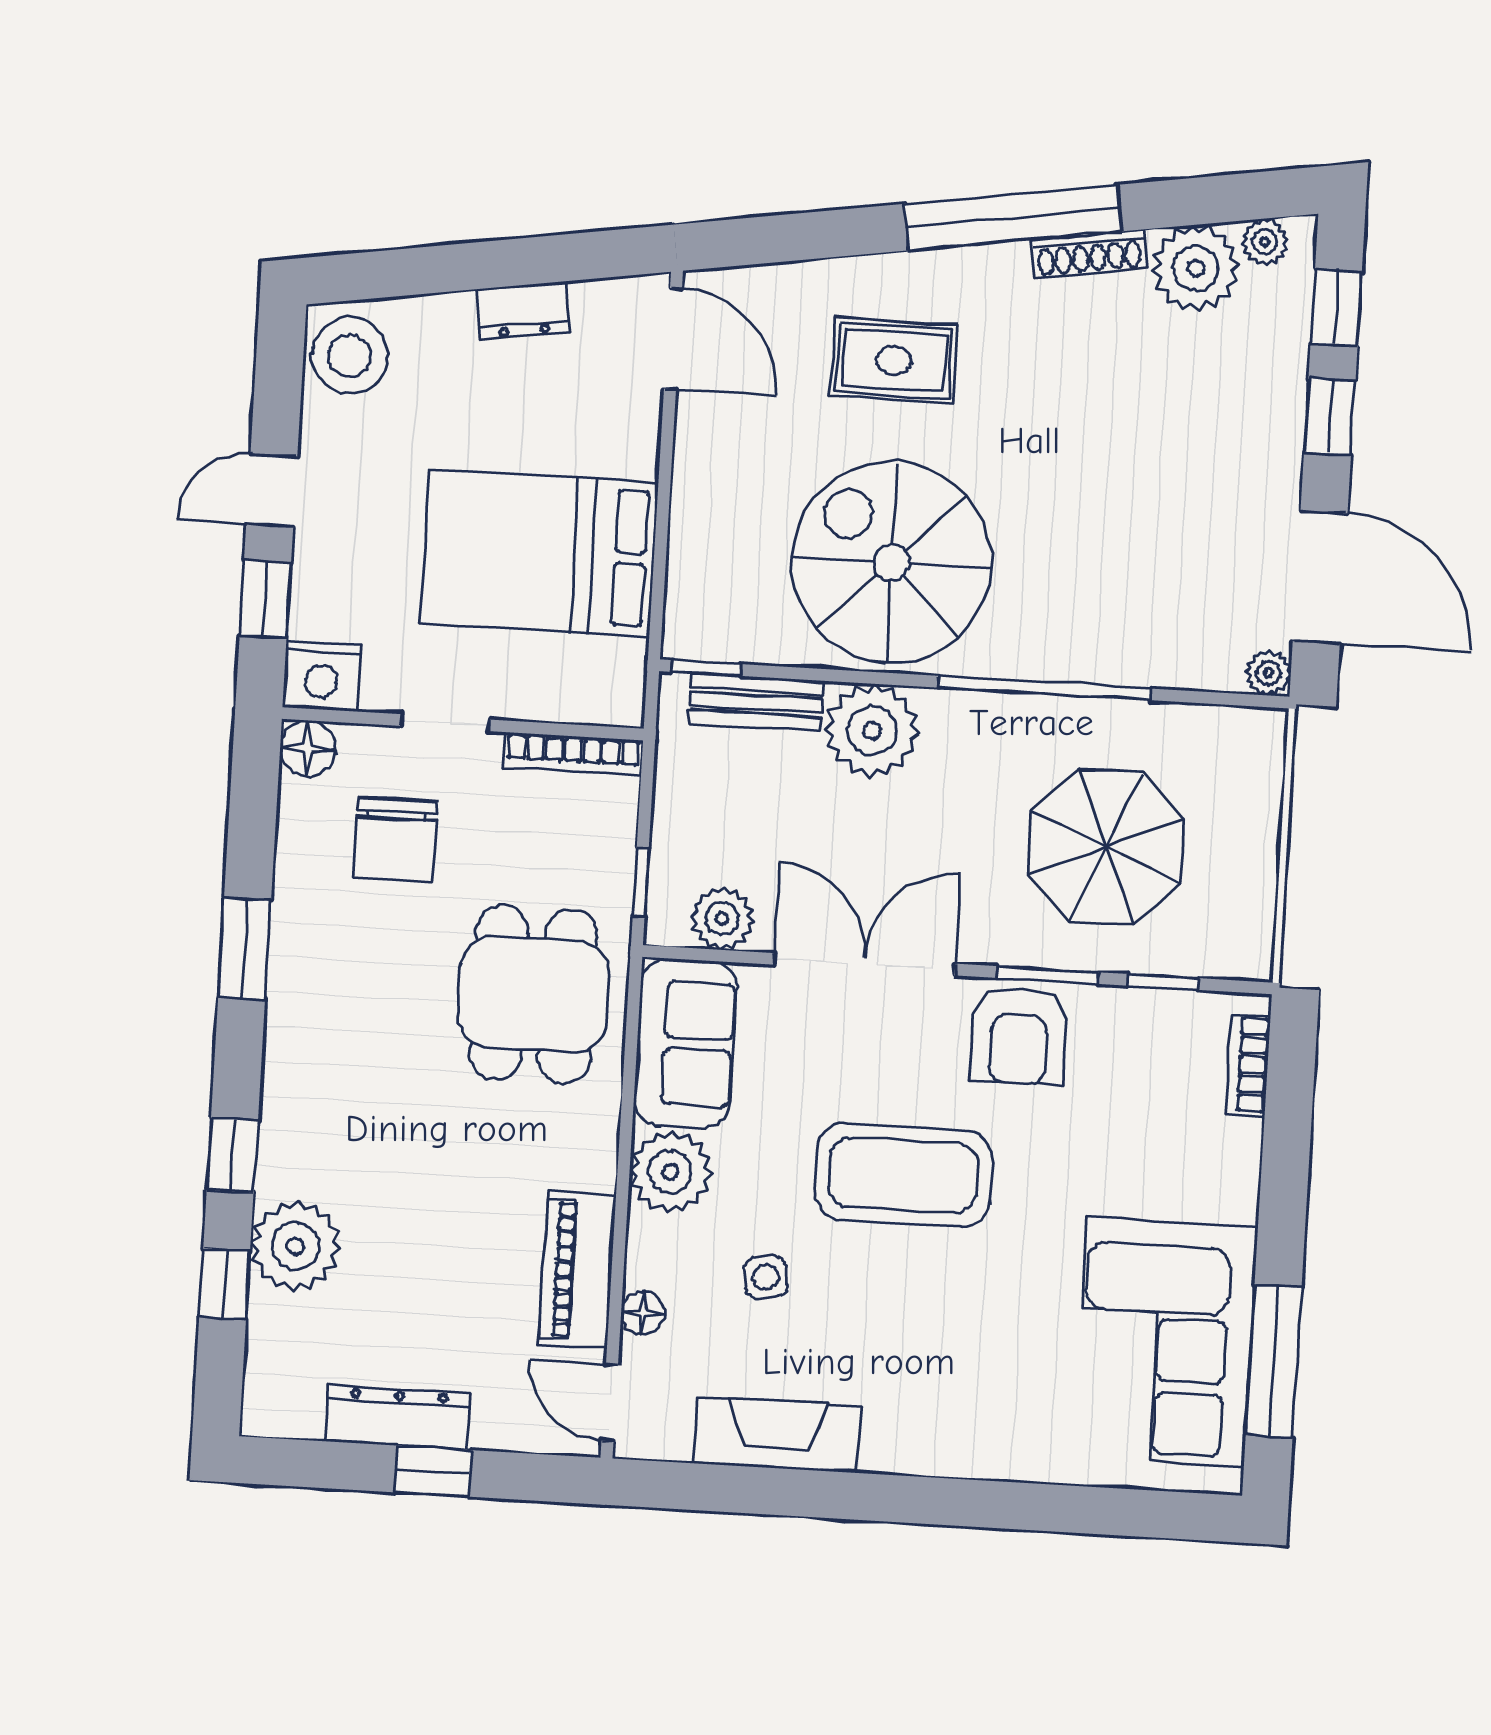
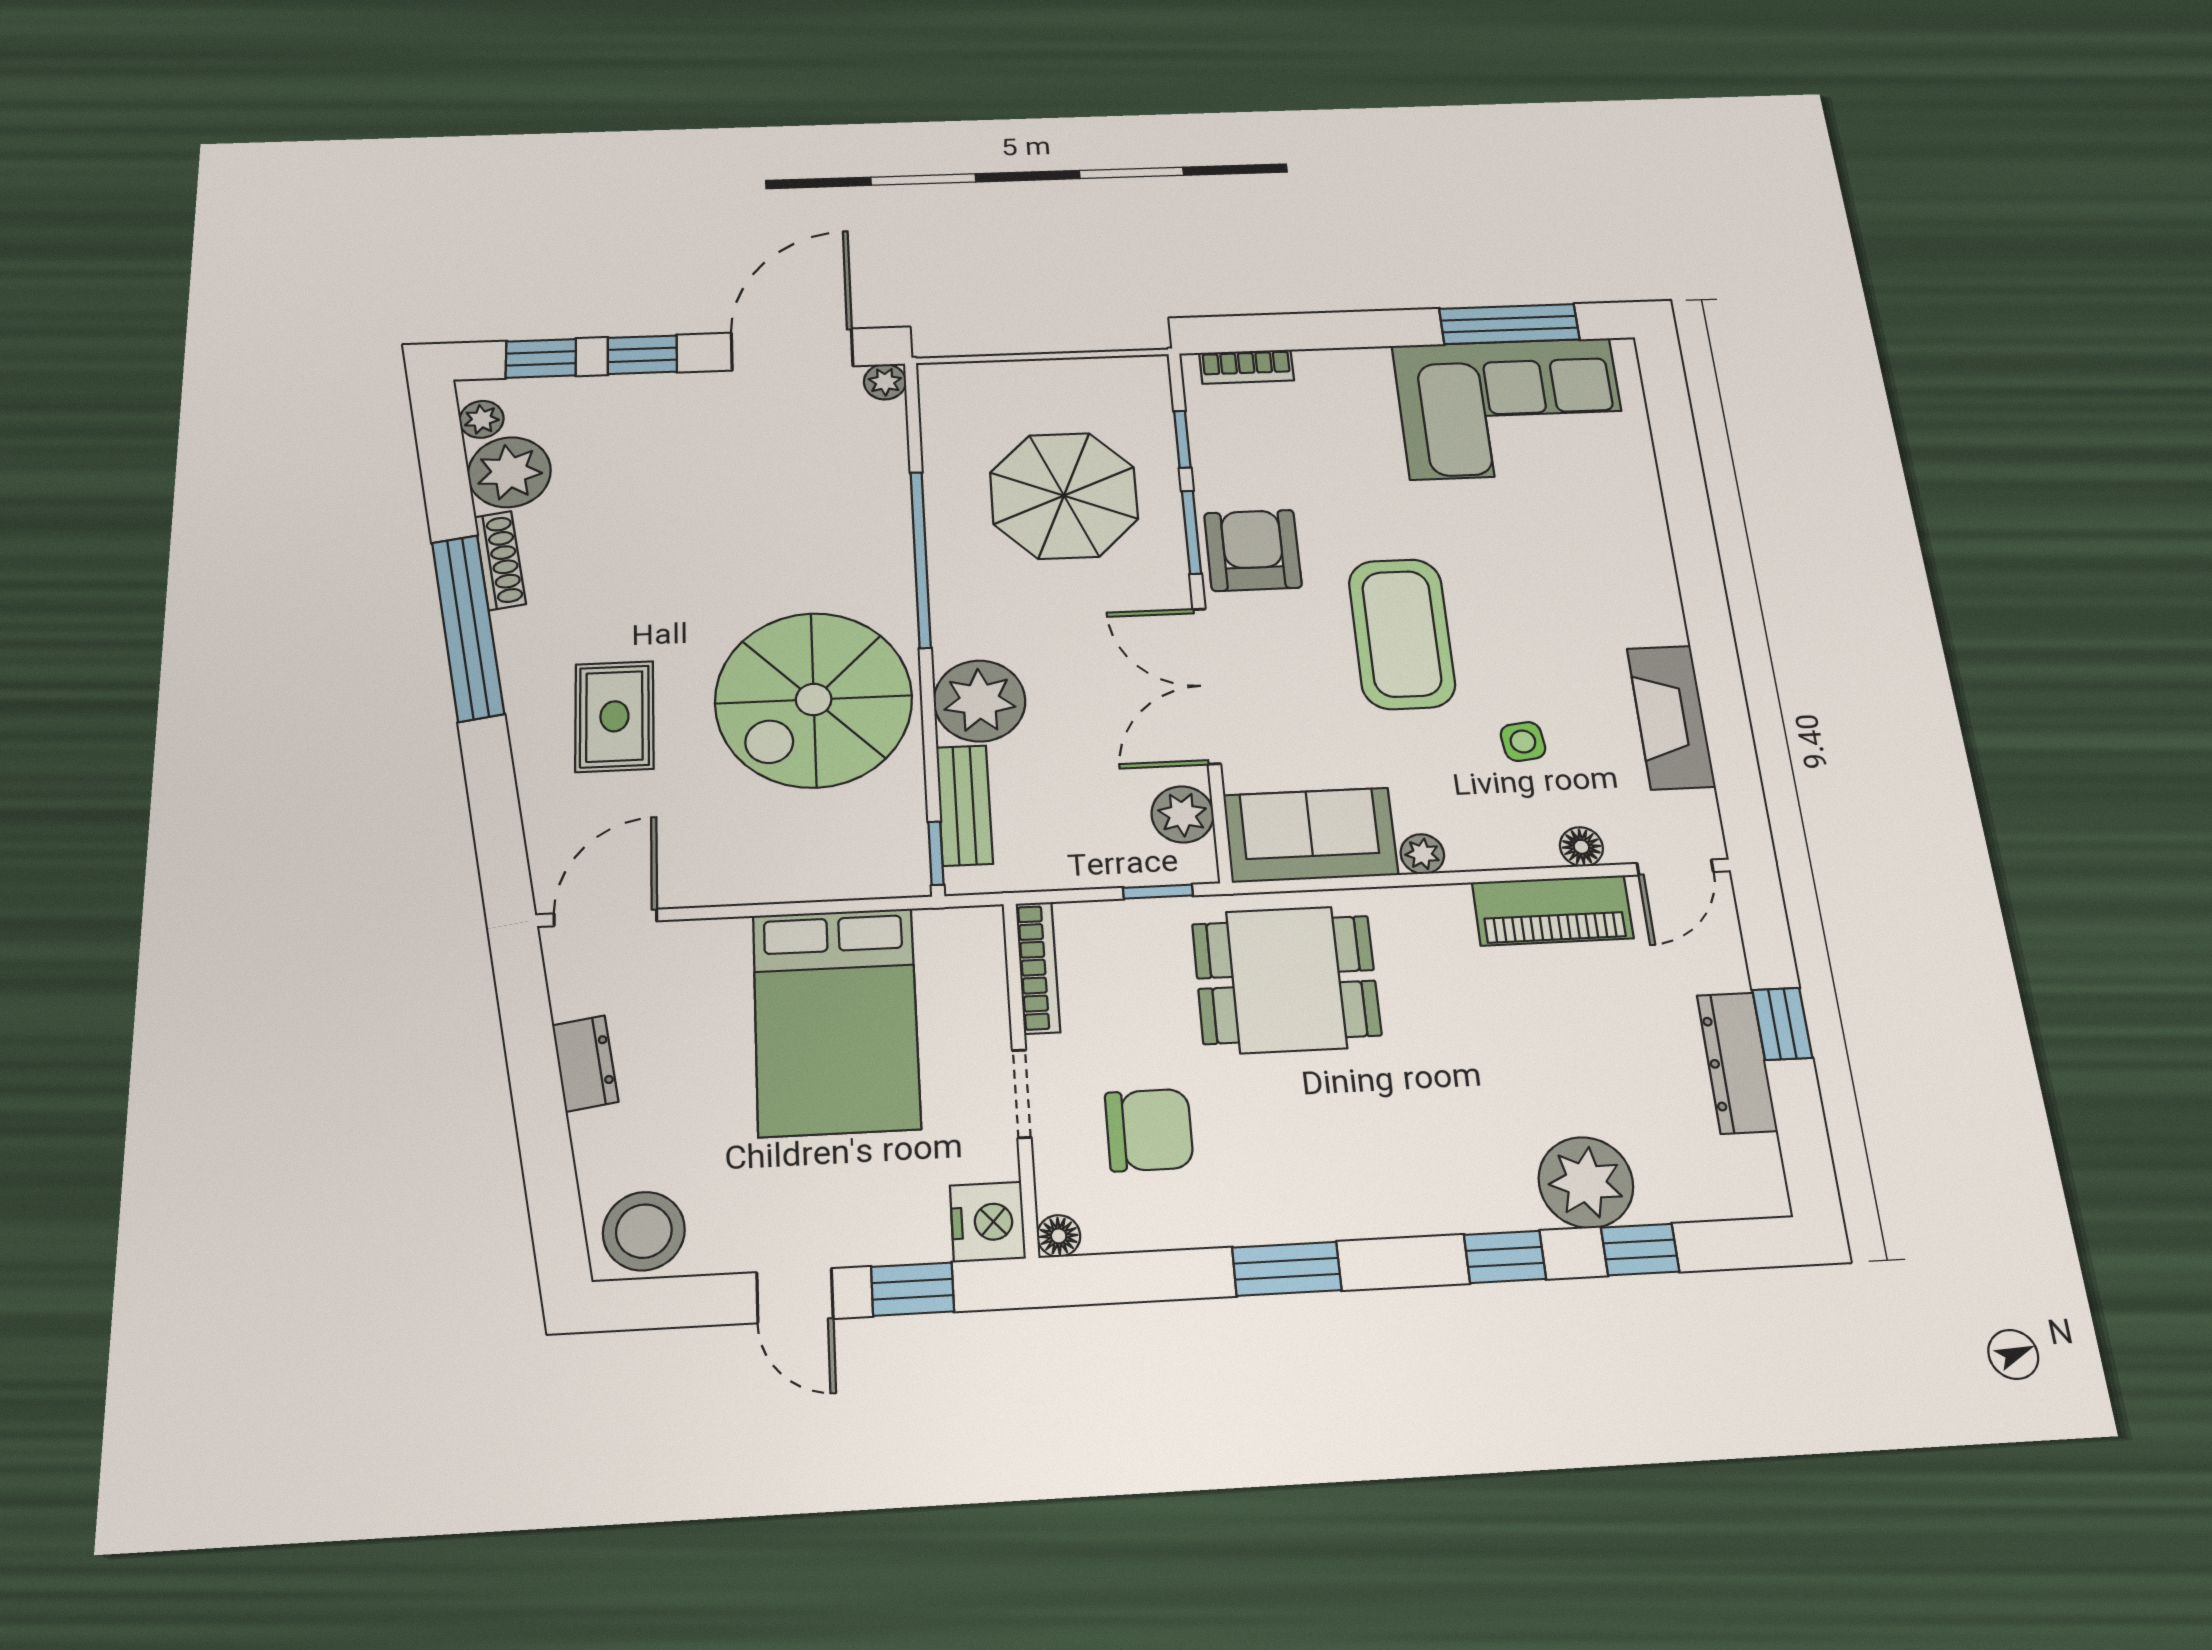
floor lamp: (308, 748) -> (1059, 1236), width x0.73, depth x0.73
armchair: (1019, 1036) -> (1253, 550), turned -90
plant: (670, 1172) -> (1422, 854), width x0.53, depth x0.53

